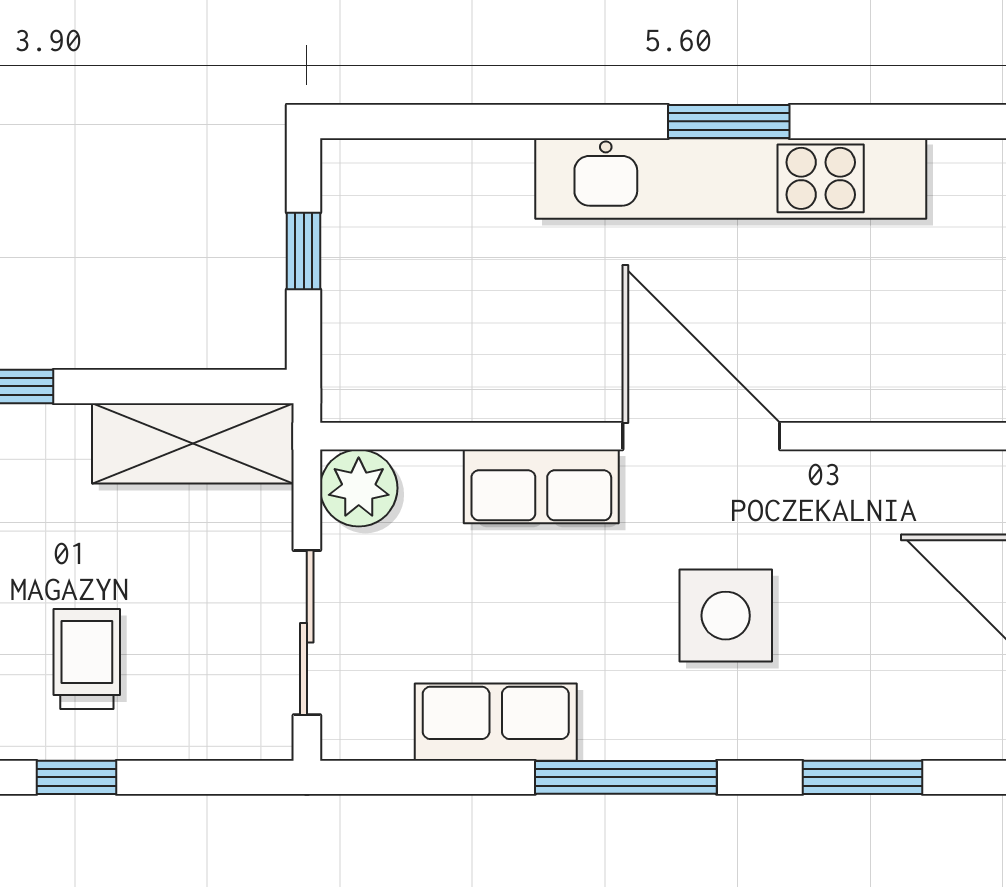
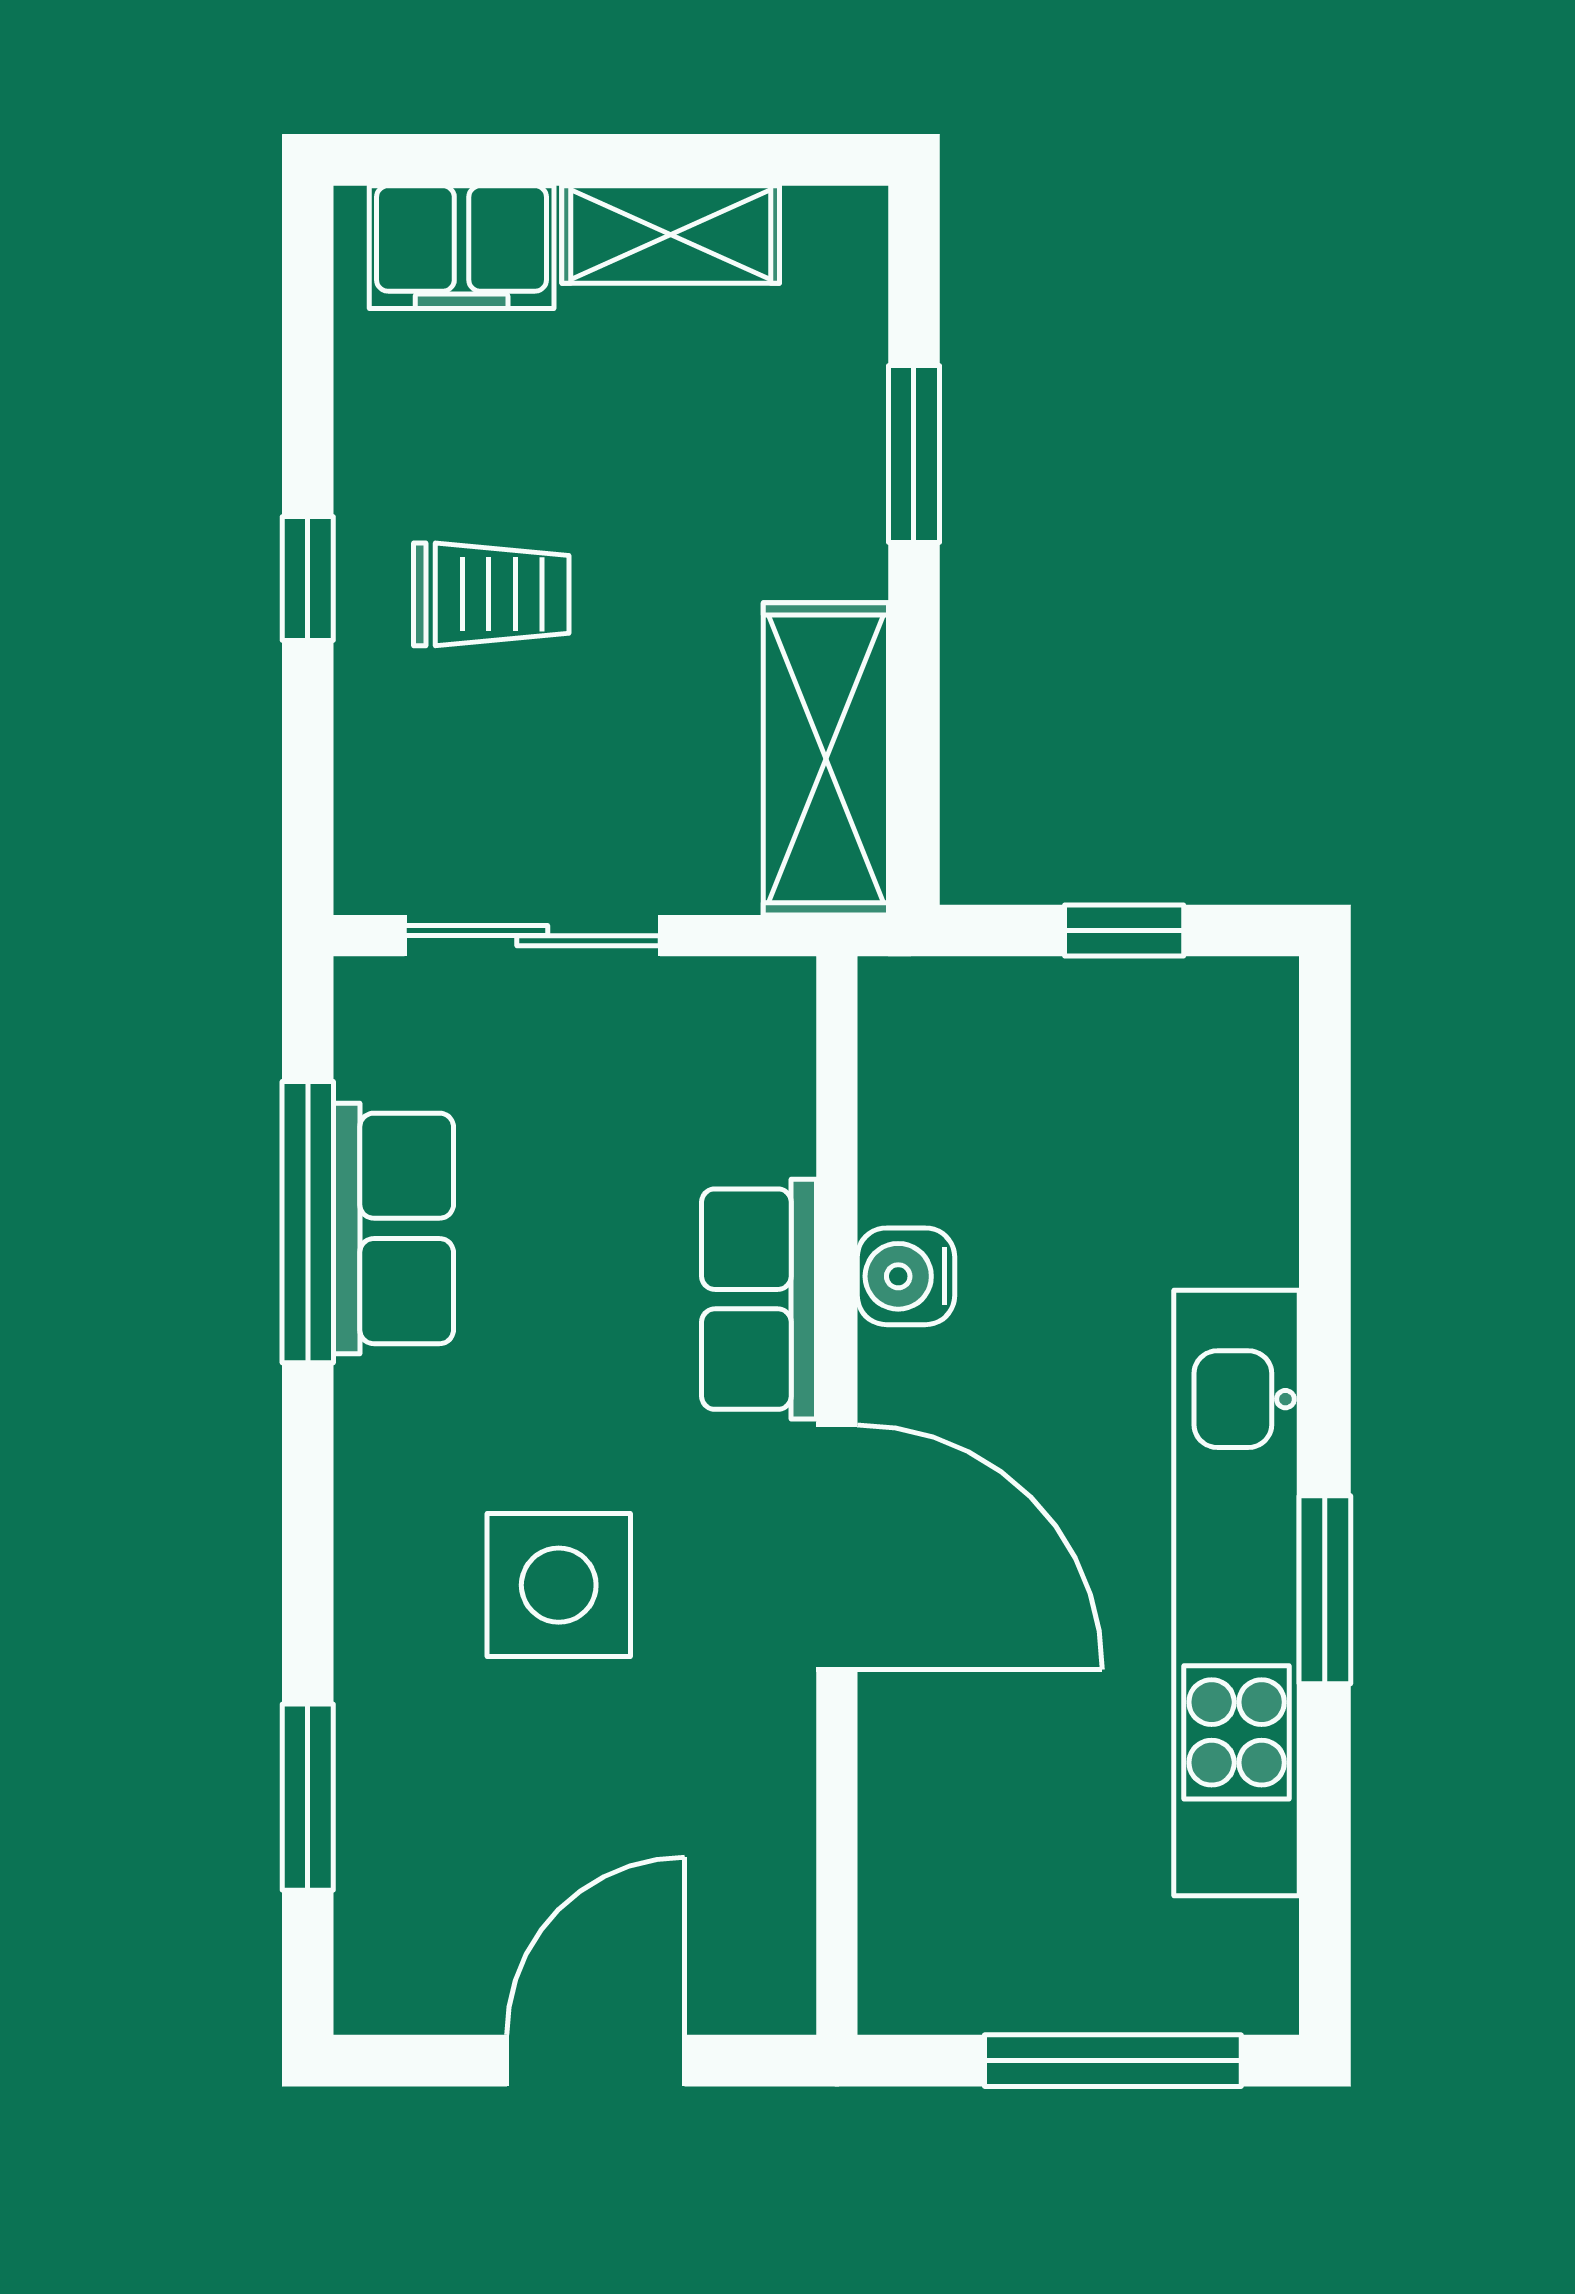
water cooler: (527, 392) -> (906, 1276), added
door: (701, 436) -> (837, 1547), hinge flipped
plant: (359, 488) -> (756, 1016), removed
window: (626, 777) -> (308, 1222), moved

